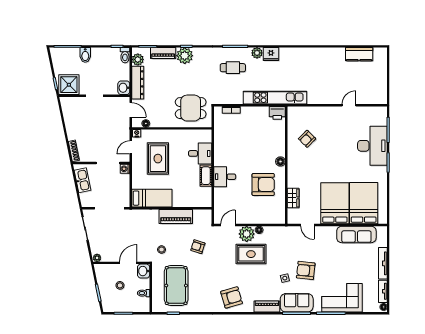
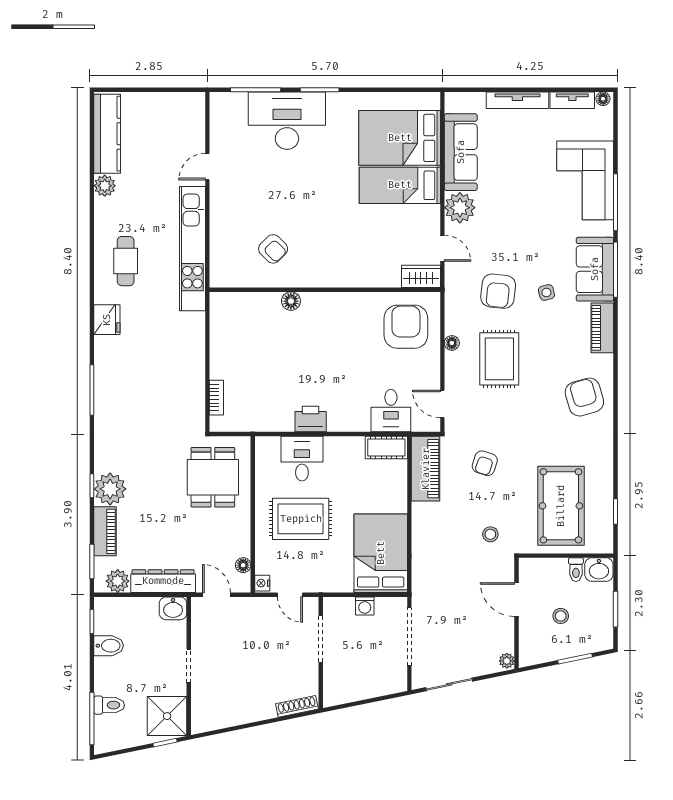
plant: (257, 53) -> (105, 186), moved
kitchen counter: (359, 54) -> (107, 134), width x1.50
bidet: (85, 55) -> (109, 646), moved
toilet: (125, 55) -> (109, 705), moved
cafe table: (233, 68) -> (126, 261), moved
kitchen unit: (275, 98) -> (192, 249), moved
door: (349, 105) -> (207, 167), hinge flipped
door: (131, 110) -> (216, 595), hinge flipped
printer: (277, 113) -> (311, 419), moved, turned -90
rug: (158, 159) -> (301, 519), moved
floor lamp: (280, 161) -> (291, 301), moved
washing machine: (125, 169) -> (365, 606), moved
cot: (206, 176) -> (386, 447), moved
desk: (225, 177) -> (391, 411), moved
kitchen sink: (83, 180) -> (355, 689), removed
armchair: (263, 184) -> (406, 327), moved
bed: (152, 198) -> (381, 553), width x1.50
wardrobe: (293, 198) -> (421, 276), moved
bed: (335, 203) -> (400, 185), width x0.67
piano: (176, 216) -> (426, 469), moved
door: (307, 225) -> (442, 248), hinge flipped
plant: (247, 234) -> (460, 208), moved
armchair: (306, 270) -> (498, 291), moved
washbasin: (144, 271) -> (599, 570), moved
pool table: (176, 286) -> (561, 506), turned 90

